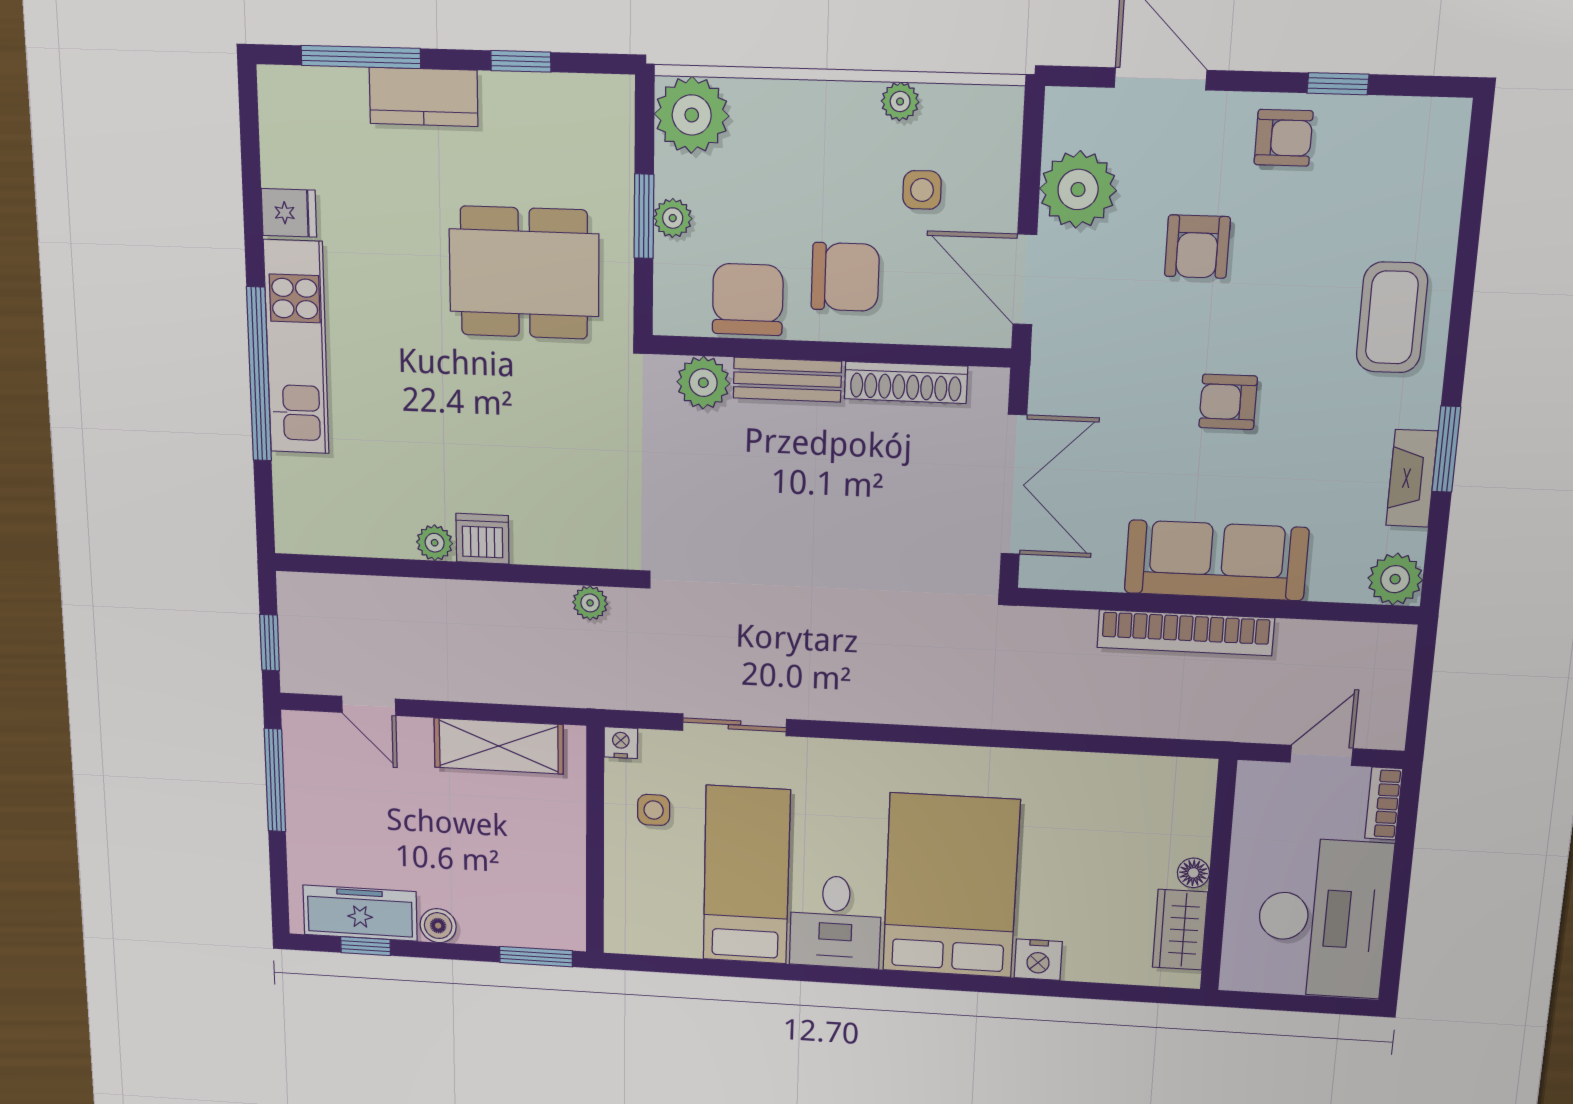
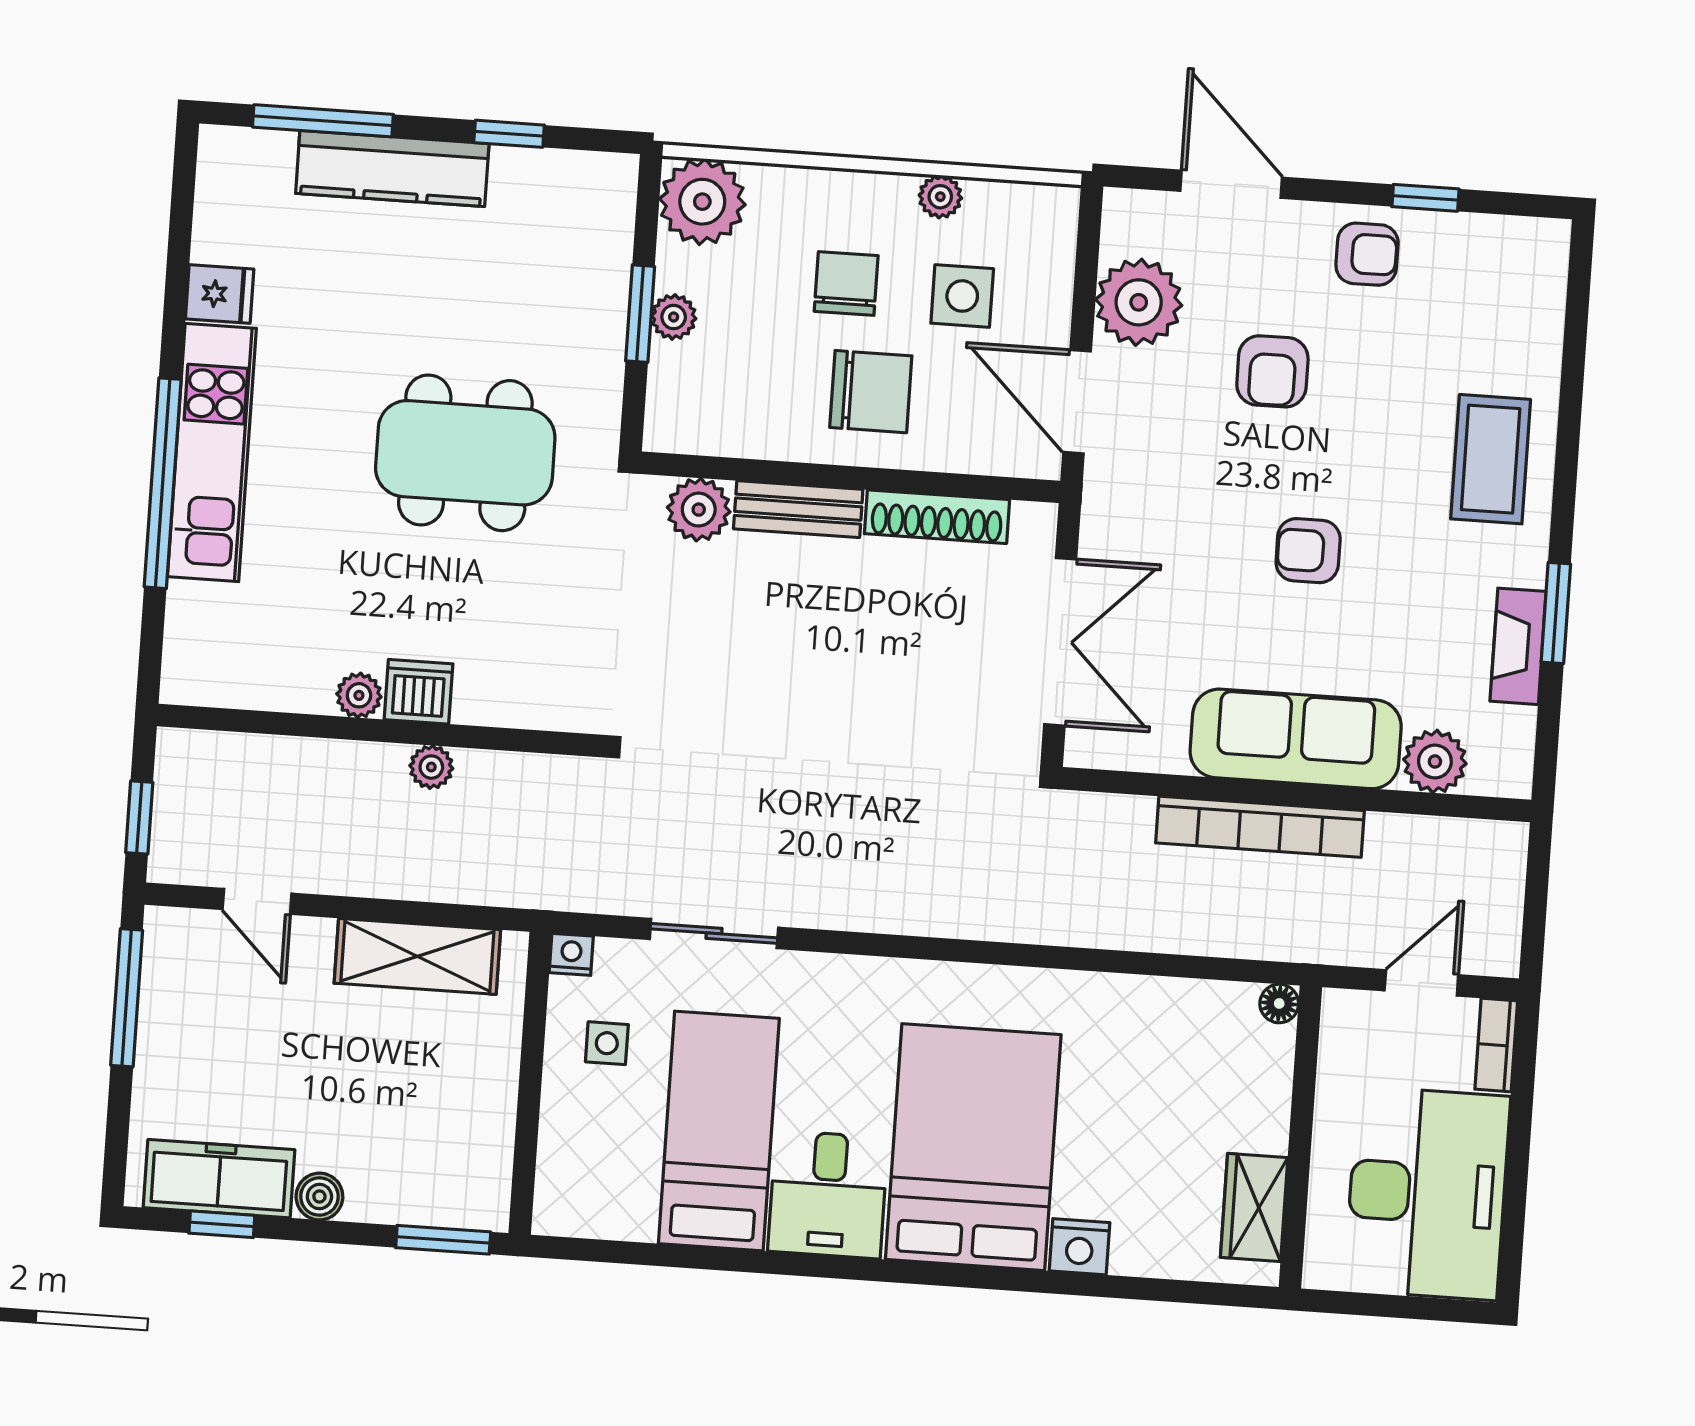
kitchen counter: (423, 97) -> (392, 168), width x1.50
side table: (922, 190) -> (962, 296), width x1.37, depth x1.37
dining table: (524, 273) -> (465, 453), moved
chair: (748, 299) -> (846, 283), moved, width x0.73, depth x0.73
plant: (1395, 579) -> (1435, 761), moved
plant: (590, 603) -> (431, 767), moved
floor lamp: (1193, 873) -> (1279, 1003), moved

